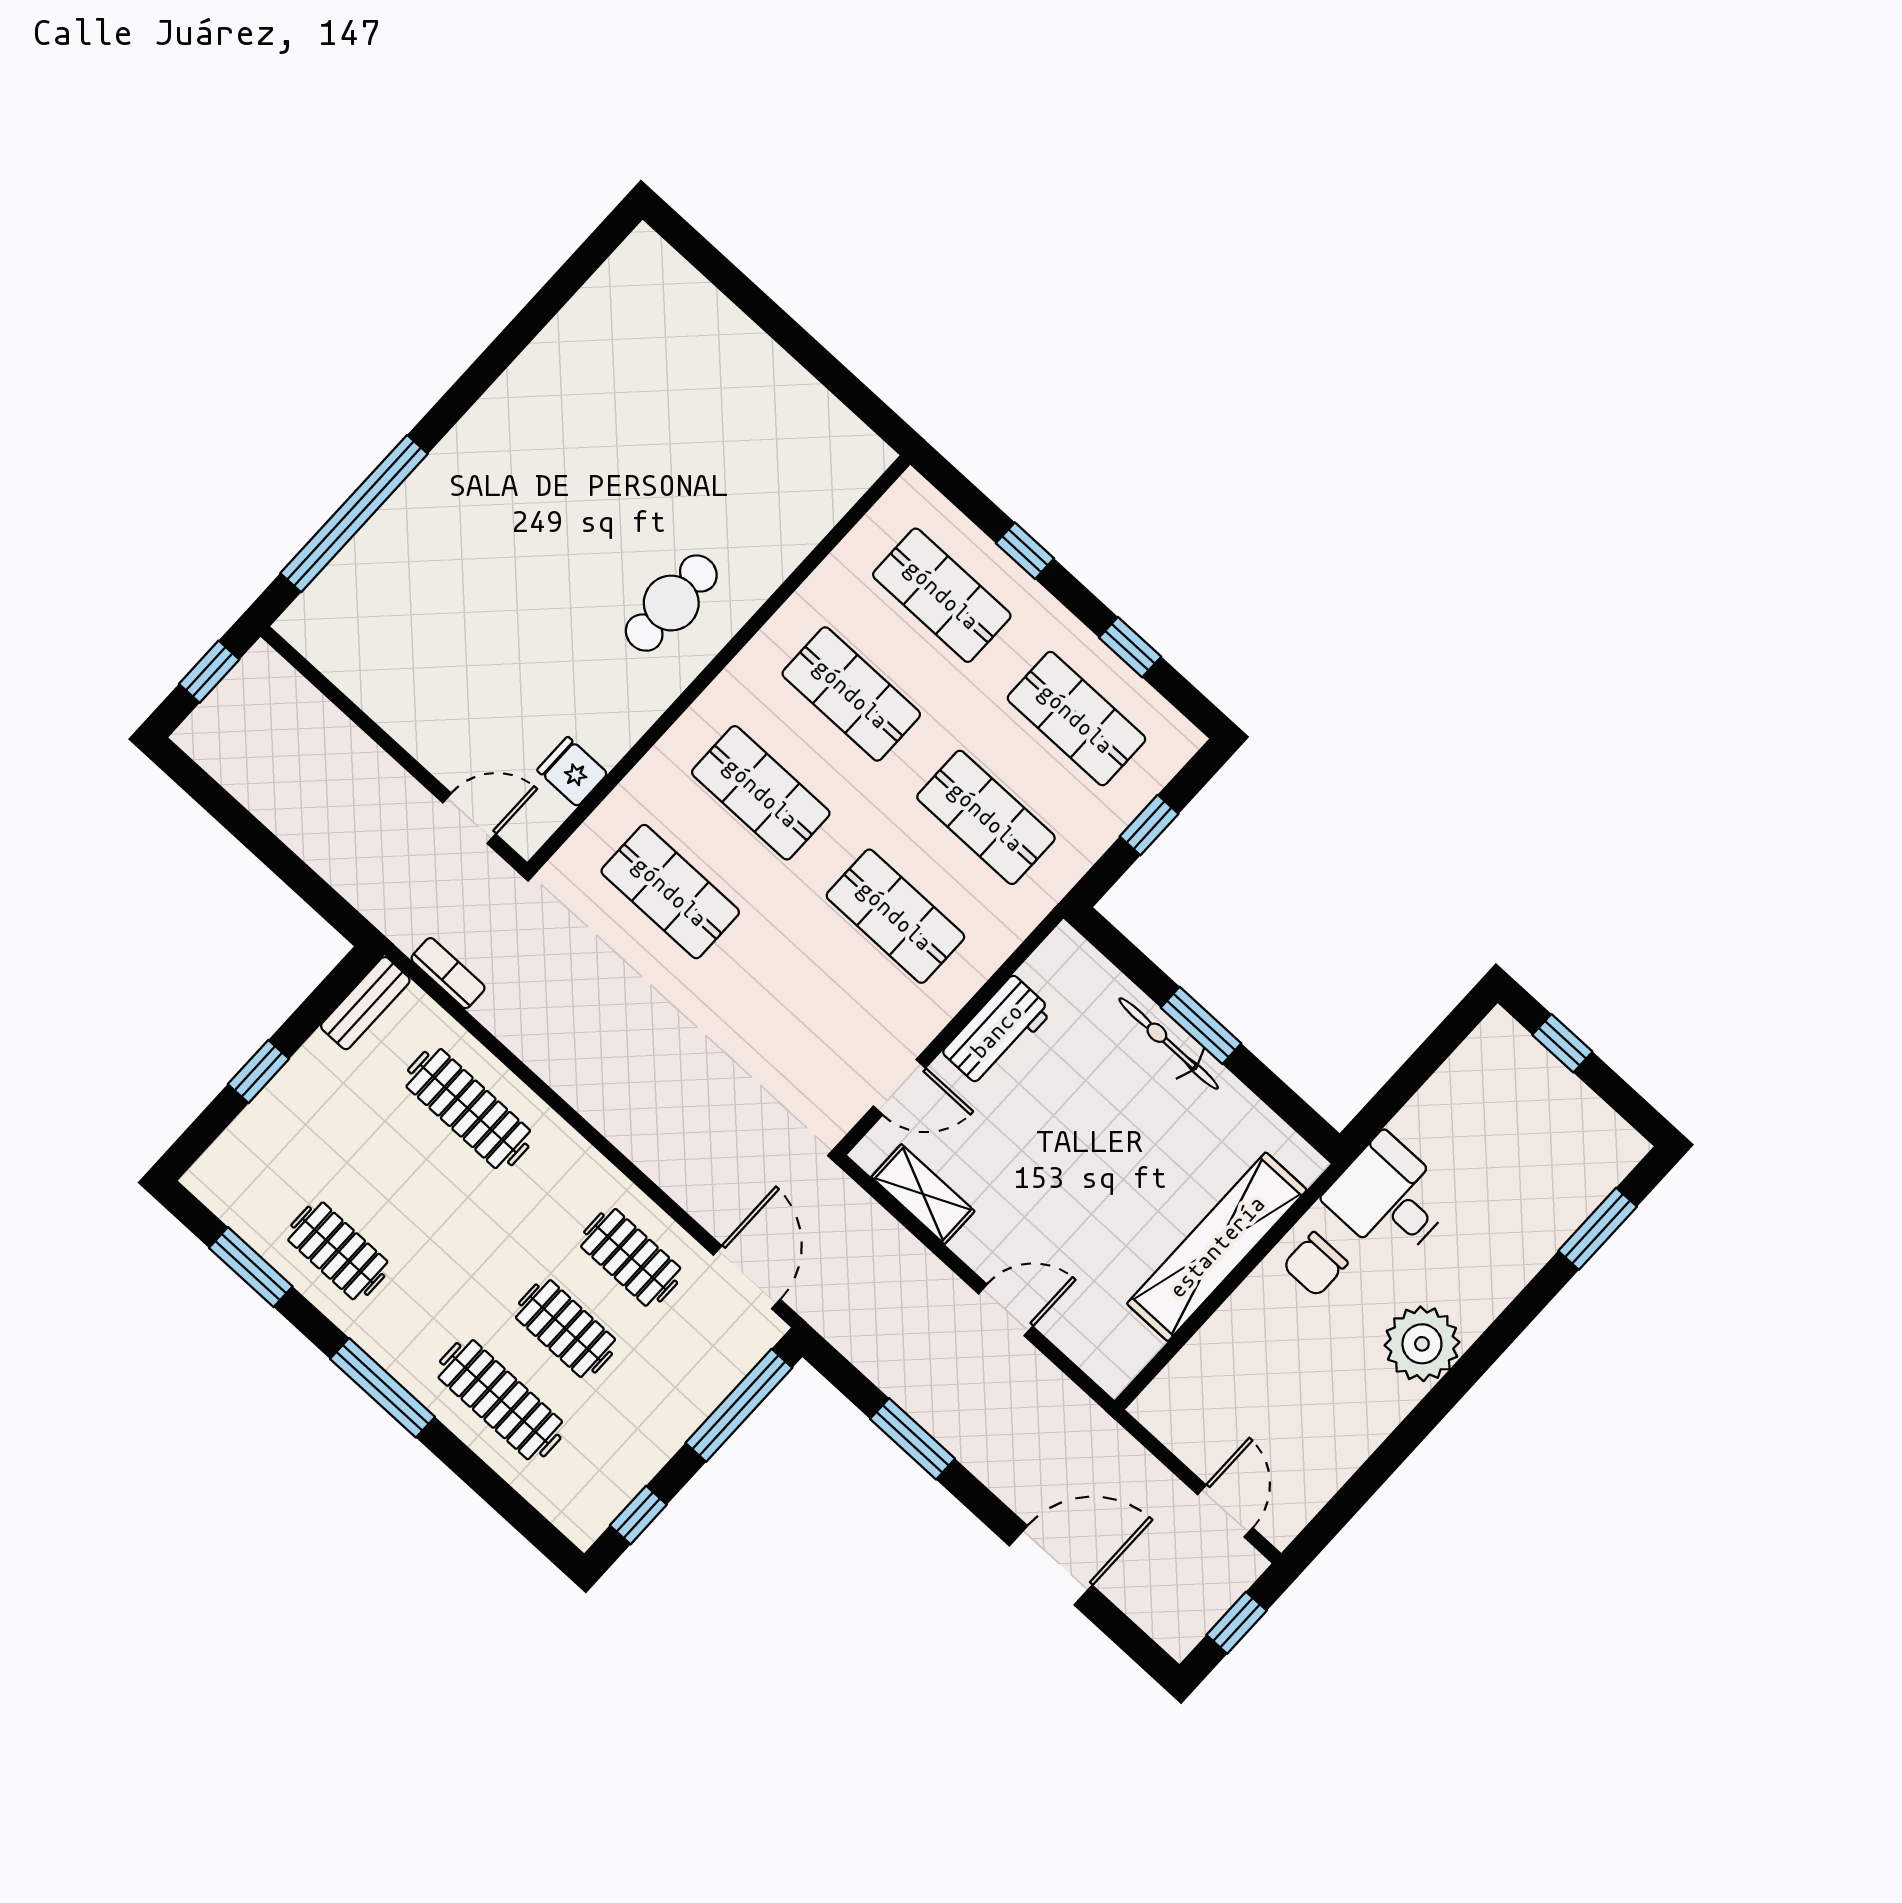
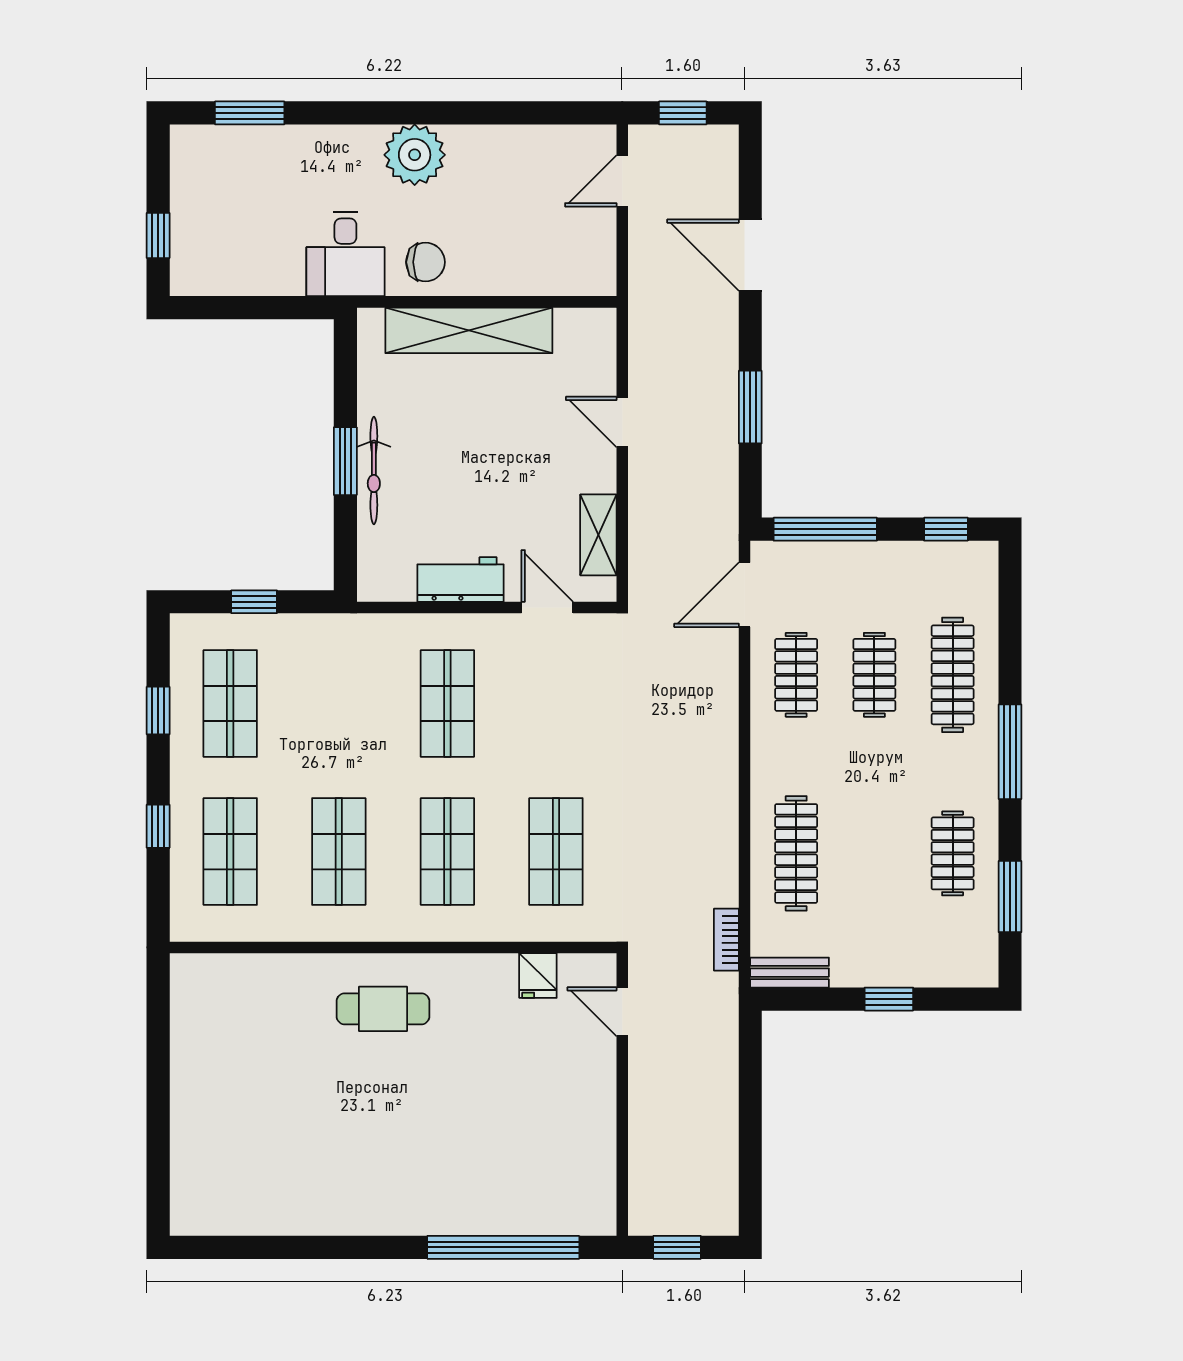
shop shelf: (986, 817) -> (339, 703), removed

